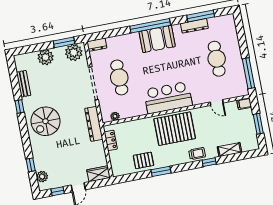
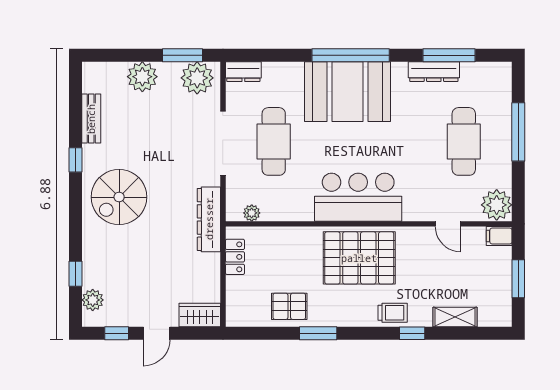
booth: (157, 39) -> (347, 92), width x1.36, depth x1.42
window: (248, 73) -> (518, 132), moved
plant: (240, 88) -> (497, 205), added

